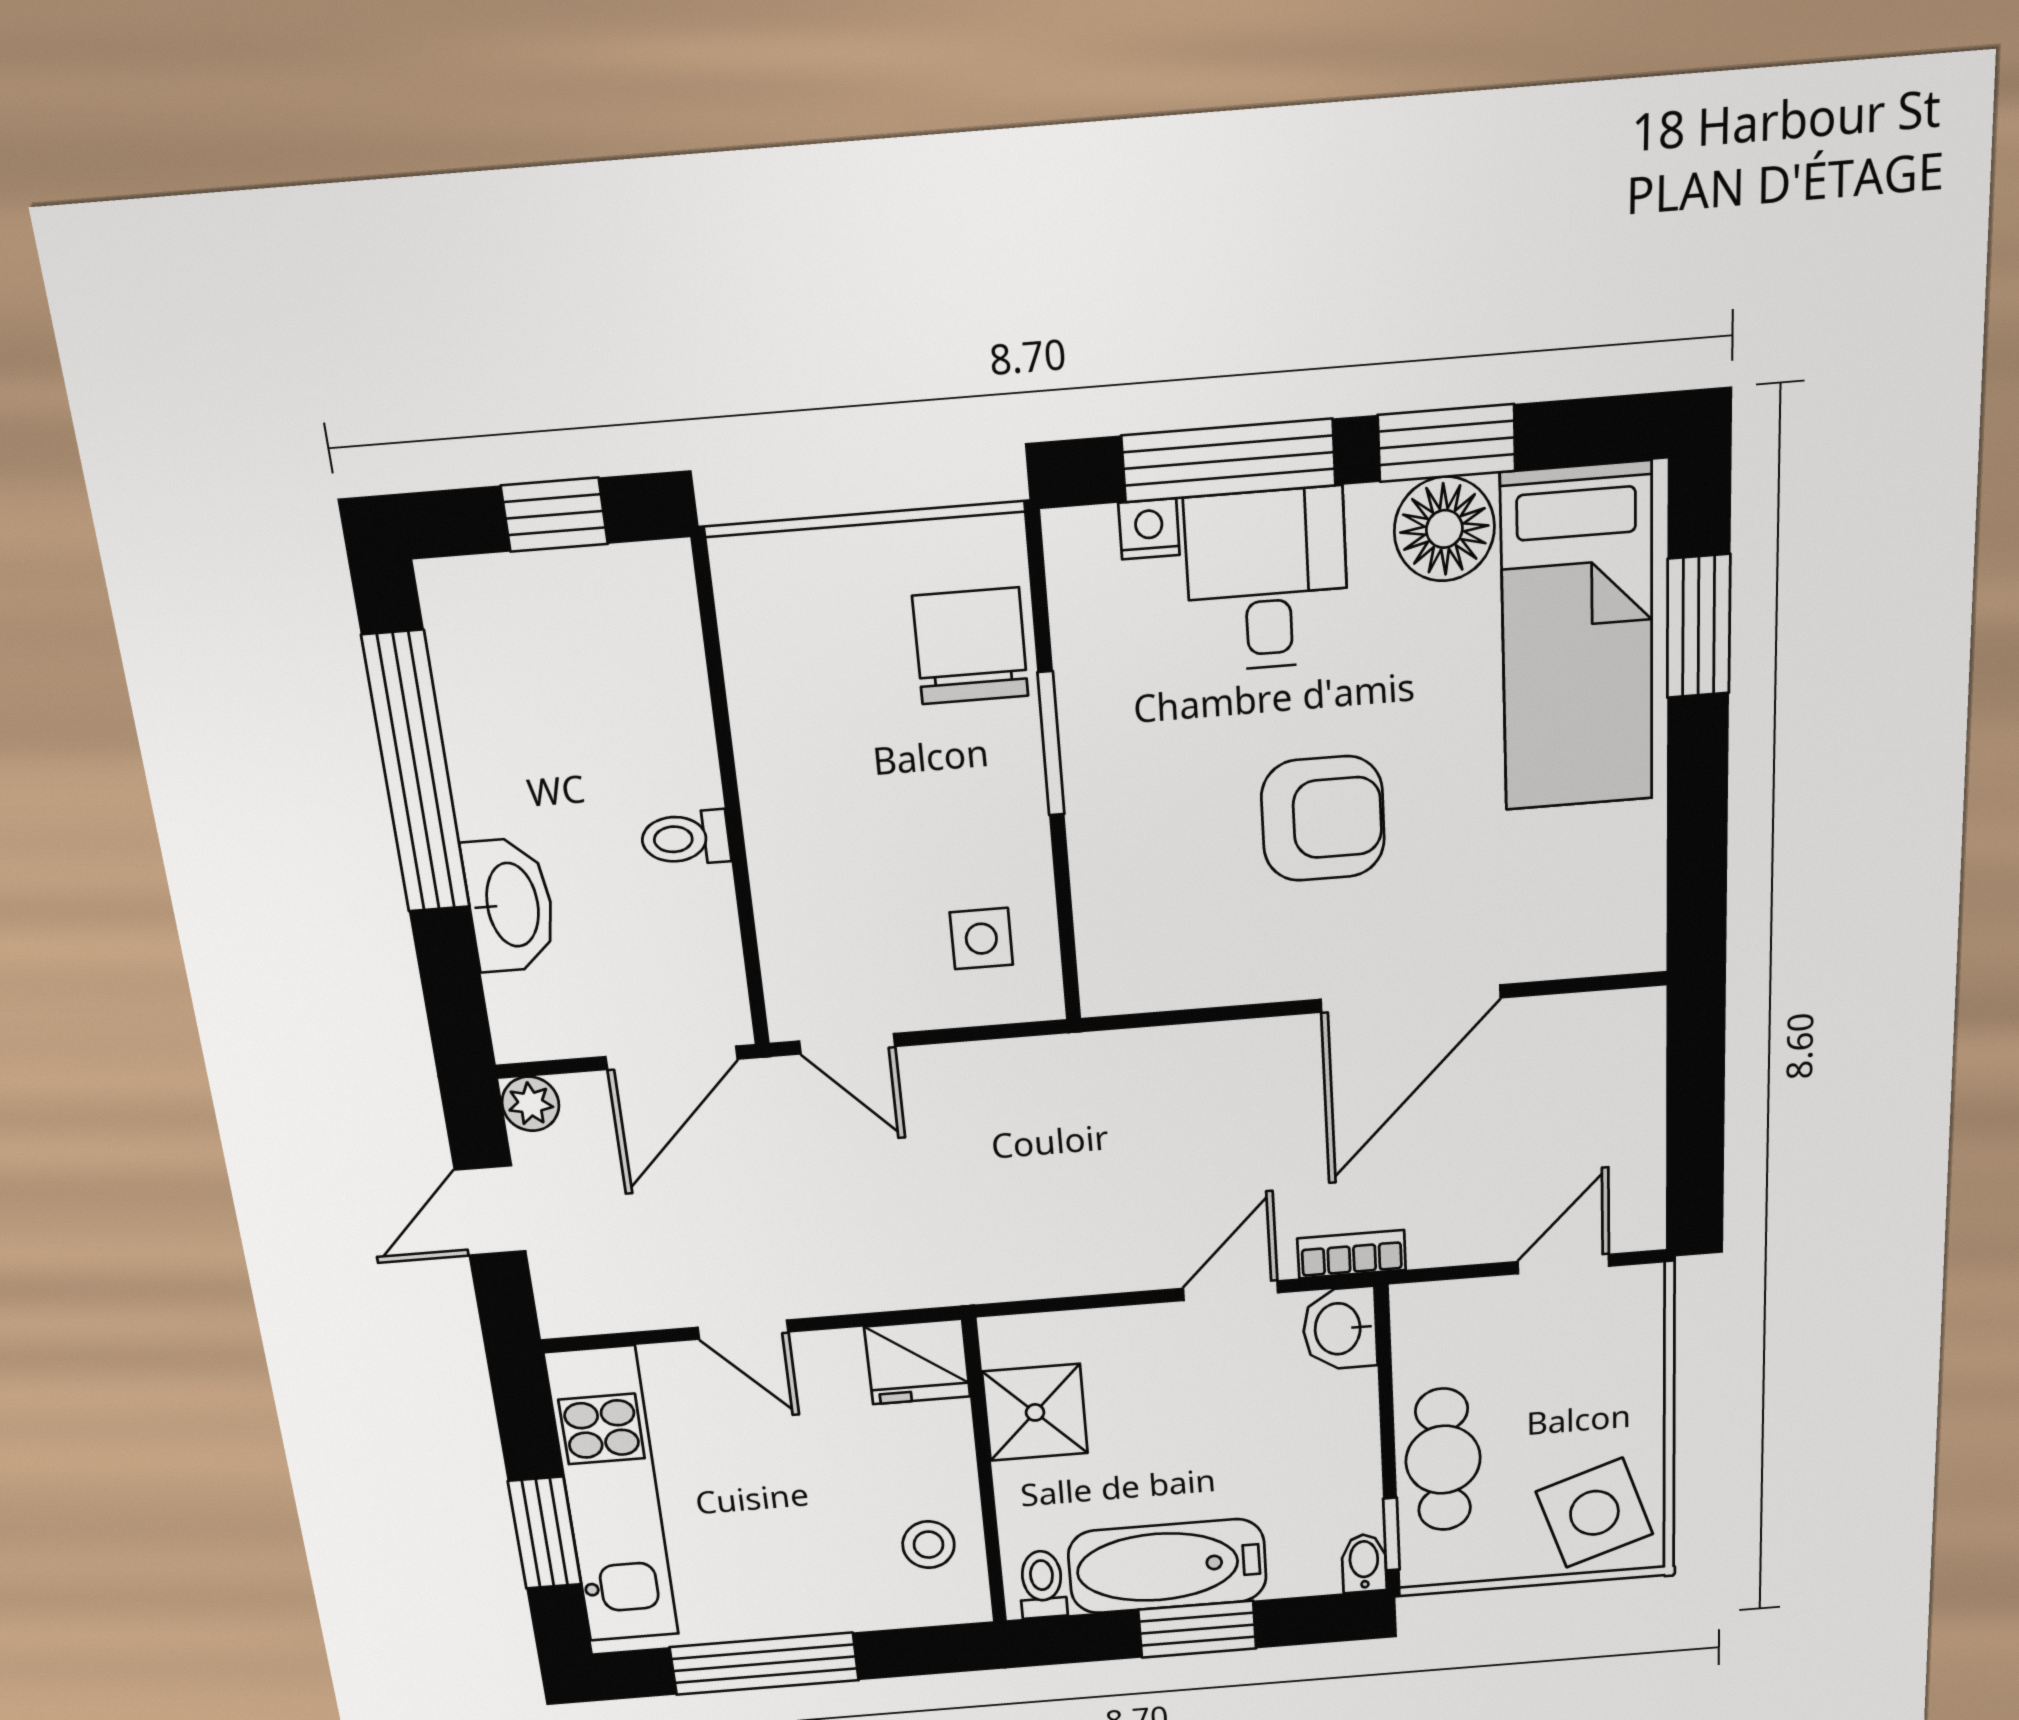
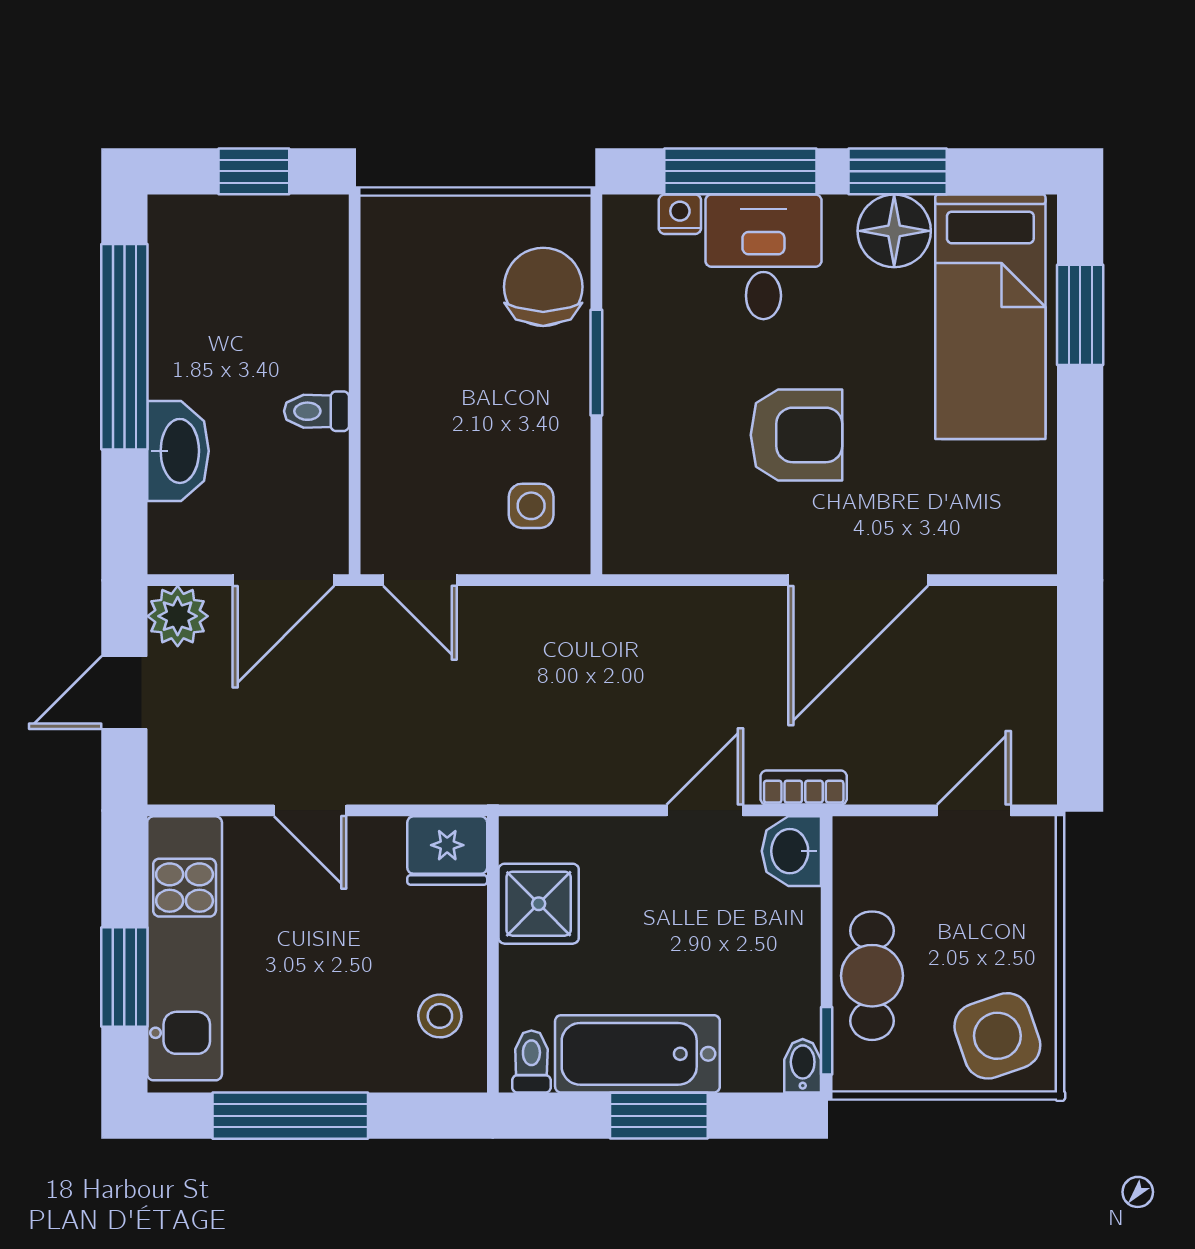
plant: (531, 1104) -> (178, 616), width x1.38, depth x1.38

